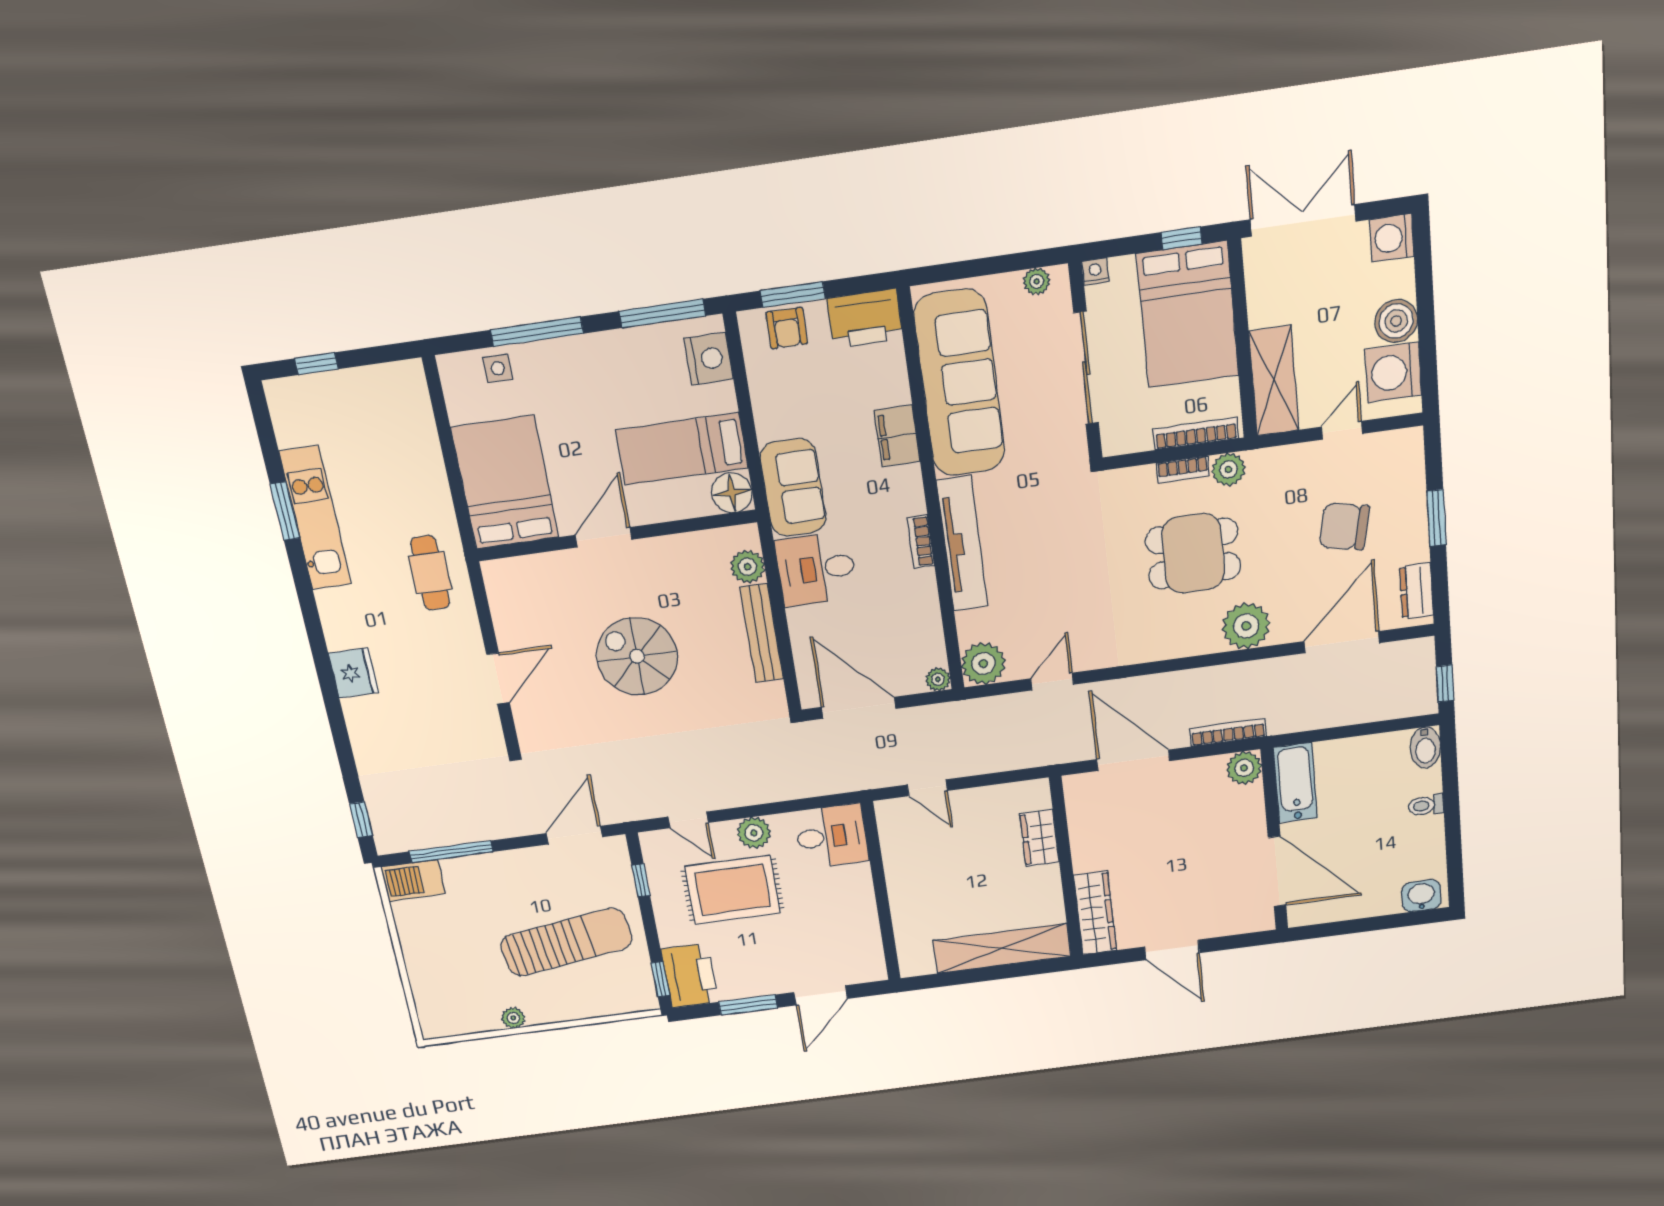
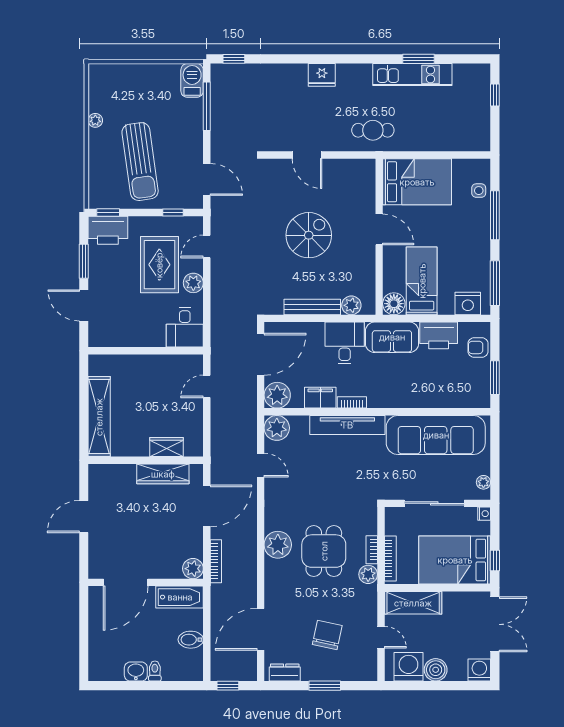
window: (793, 295) -> (495, 378), moved
printer: (865, 319) -> (439, 335), moved, turned -90
filing cabinet: (897, 436) -> (320, 398), moved
plant: (1246, 626) -> (278, 545), moved
door: (1342, 642) -> (261, 629), swing flipped
plant: (938, 679) -> (277, 395), width x1.88, depth x1.88
bidet: (1425, 747) -> (191, 640), moved
washbasin: (1421, 896) -> (136, 672), moved, turned -90
wardrobe: (1095, 913) -> (163, 474), moved

